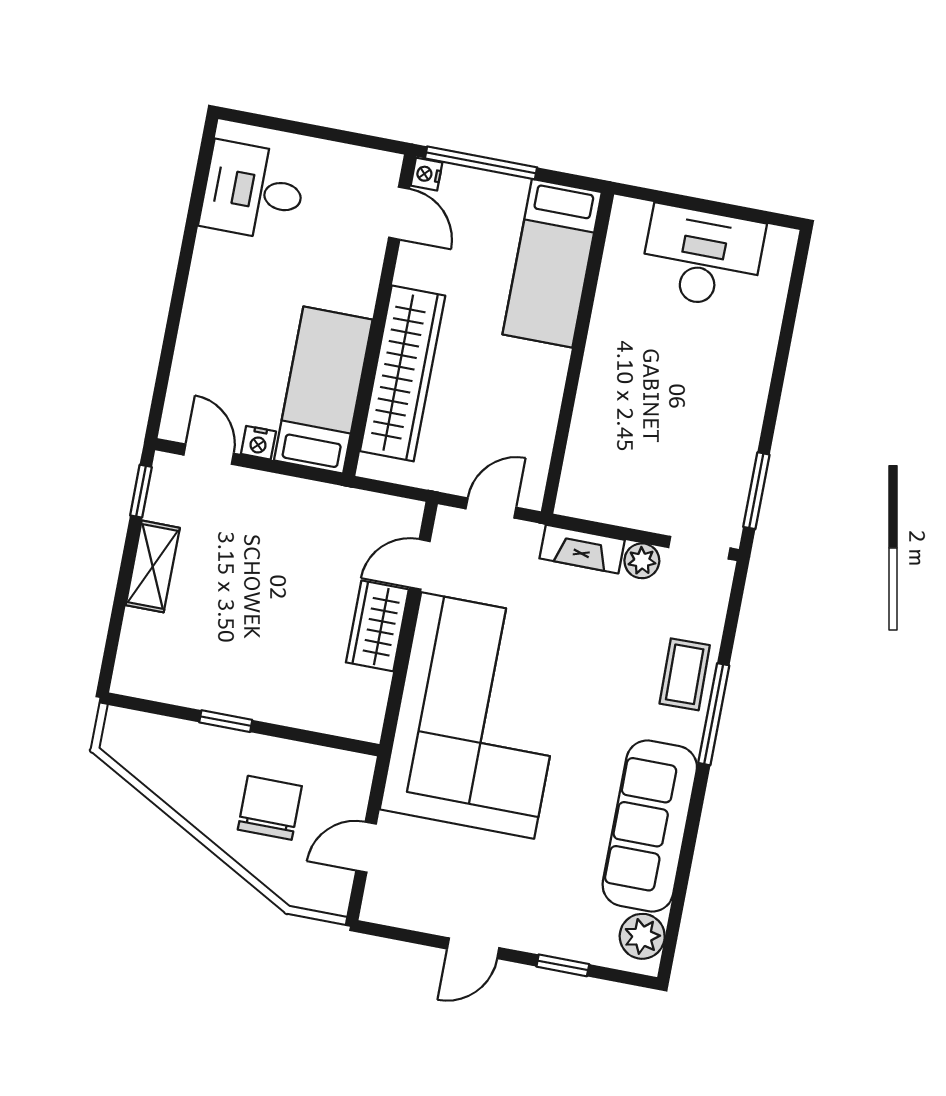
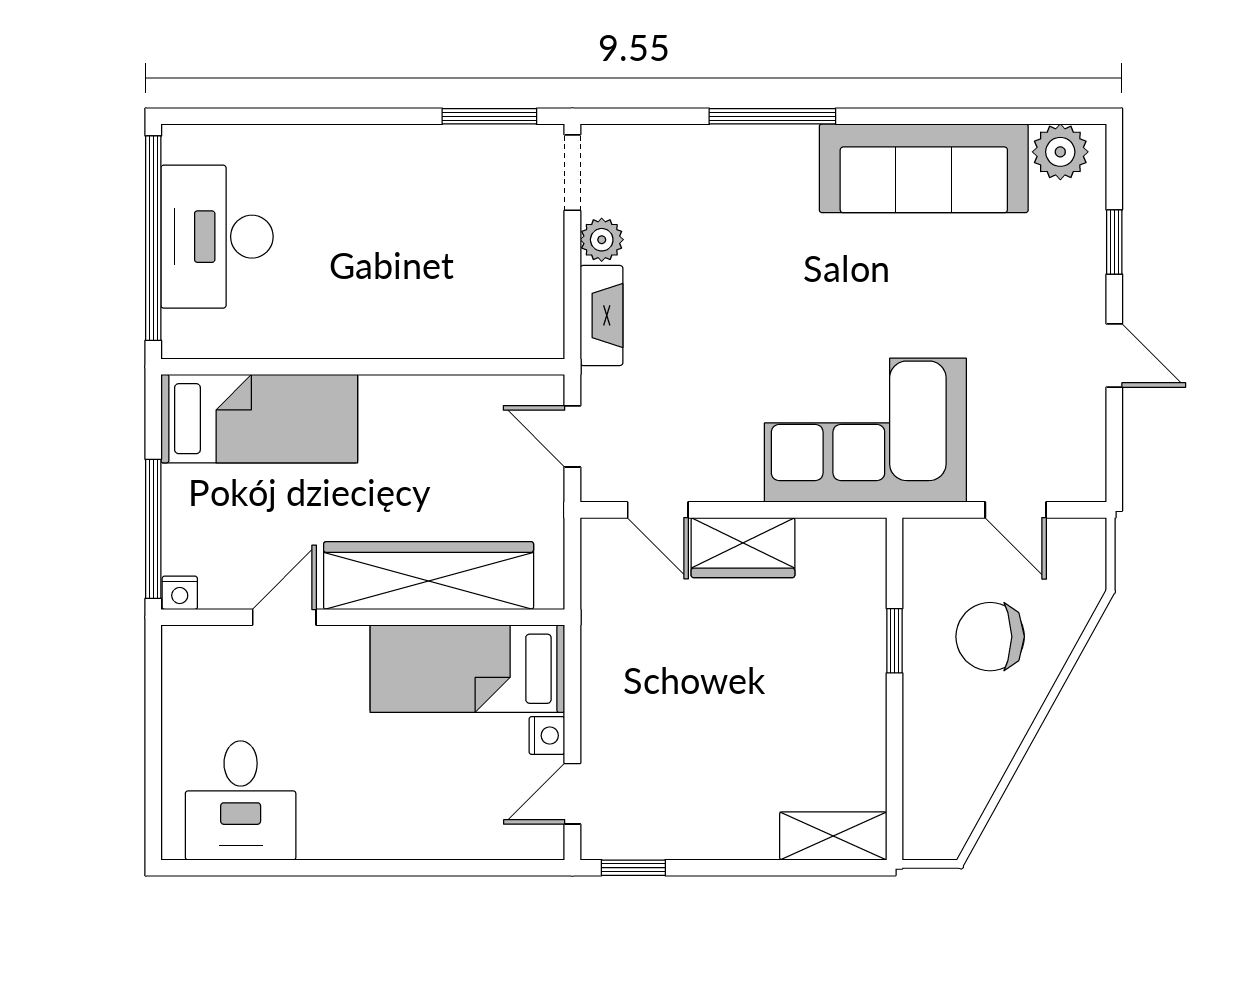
window: (711, 207) -> (153, 238), added
door: (399, 213) -> (284, 617), moved
shelving: (153, 566) -> (833, 836), moved
coffee table: (685, 674) -> (730, 161), removed
corner sofa: (478, 715) -> (865, 430), width x0.73, depth x0.74
window: (226, 721) -> (894, 641), moved

